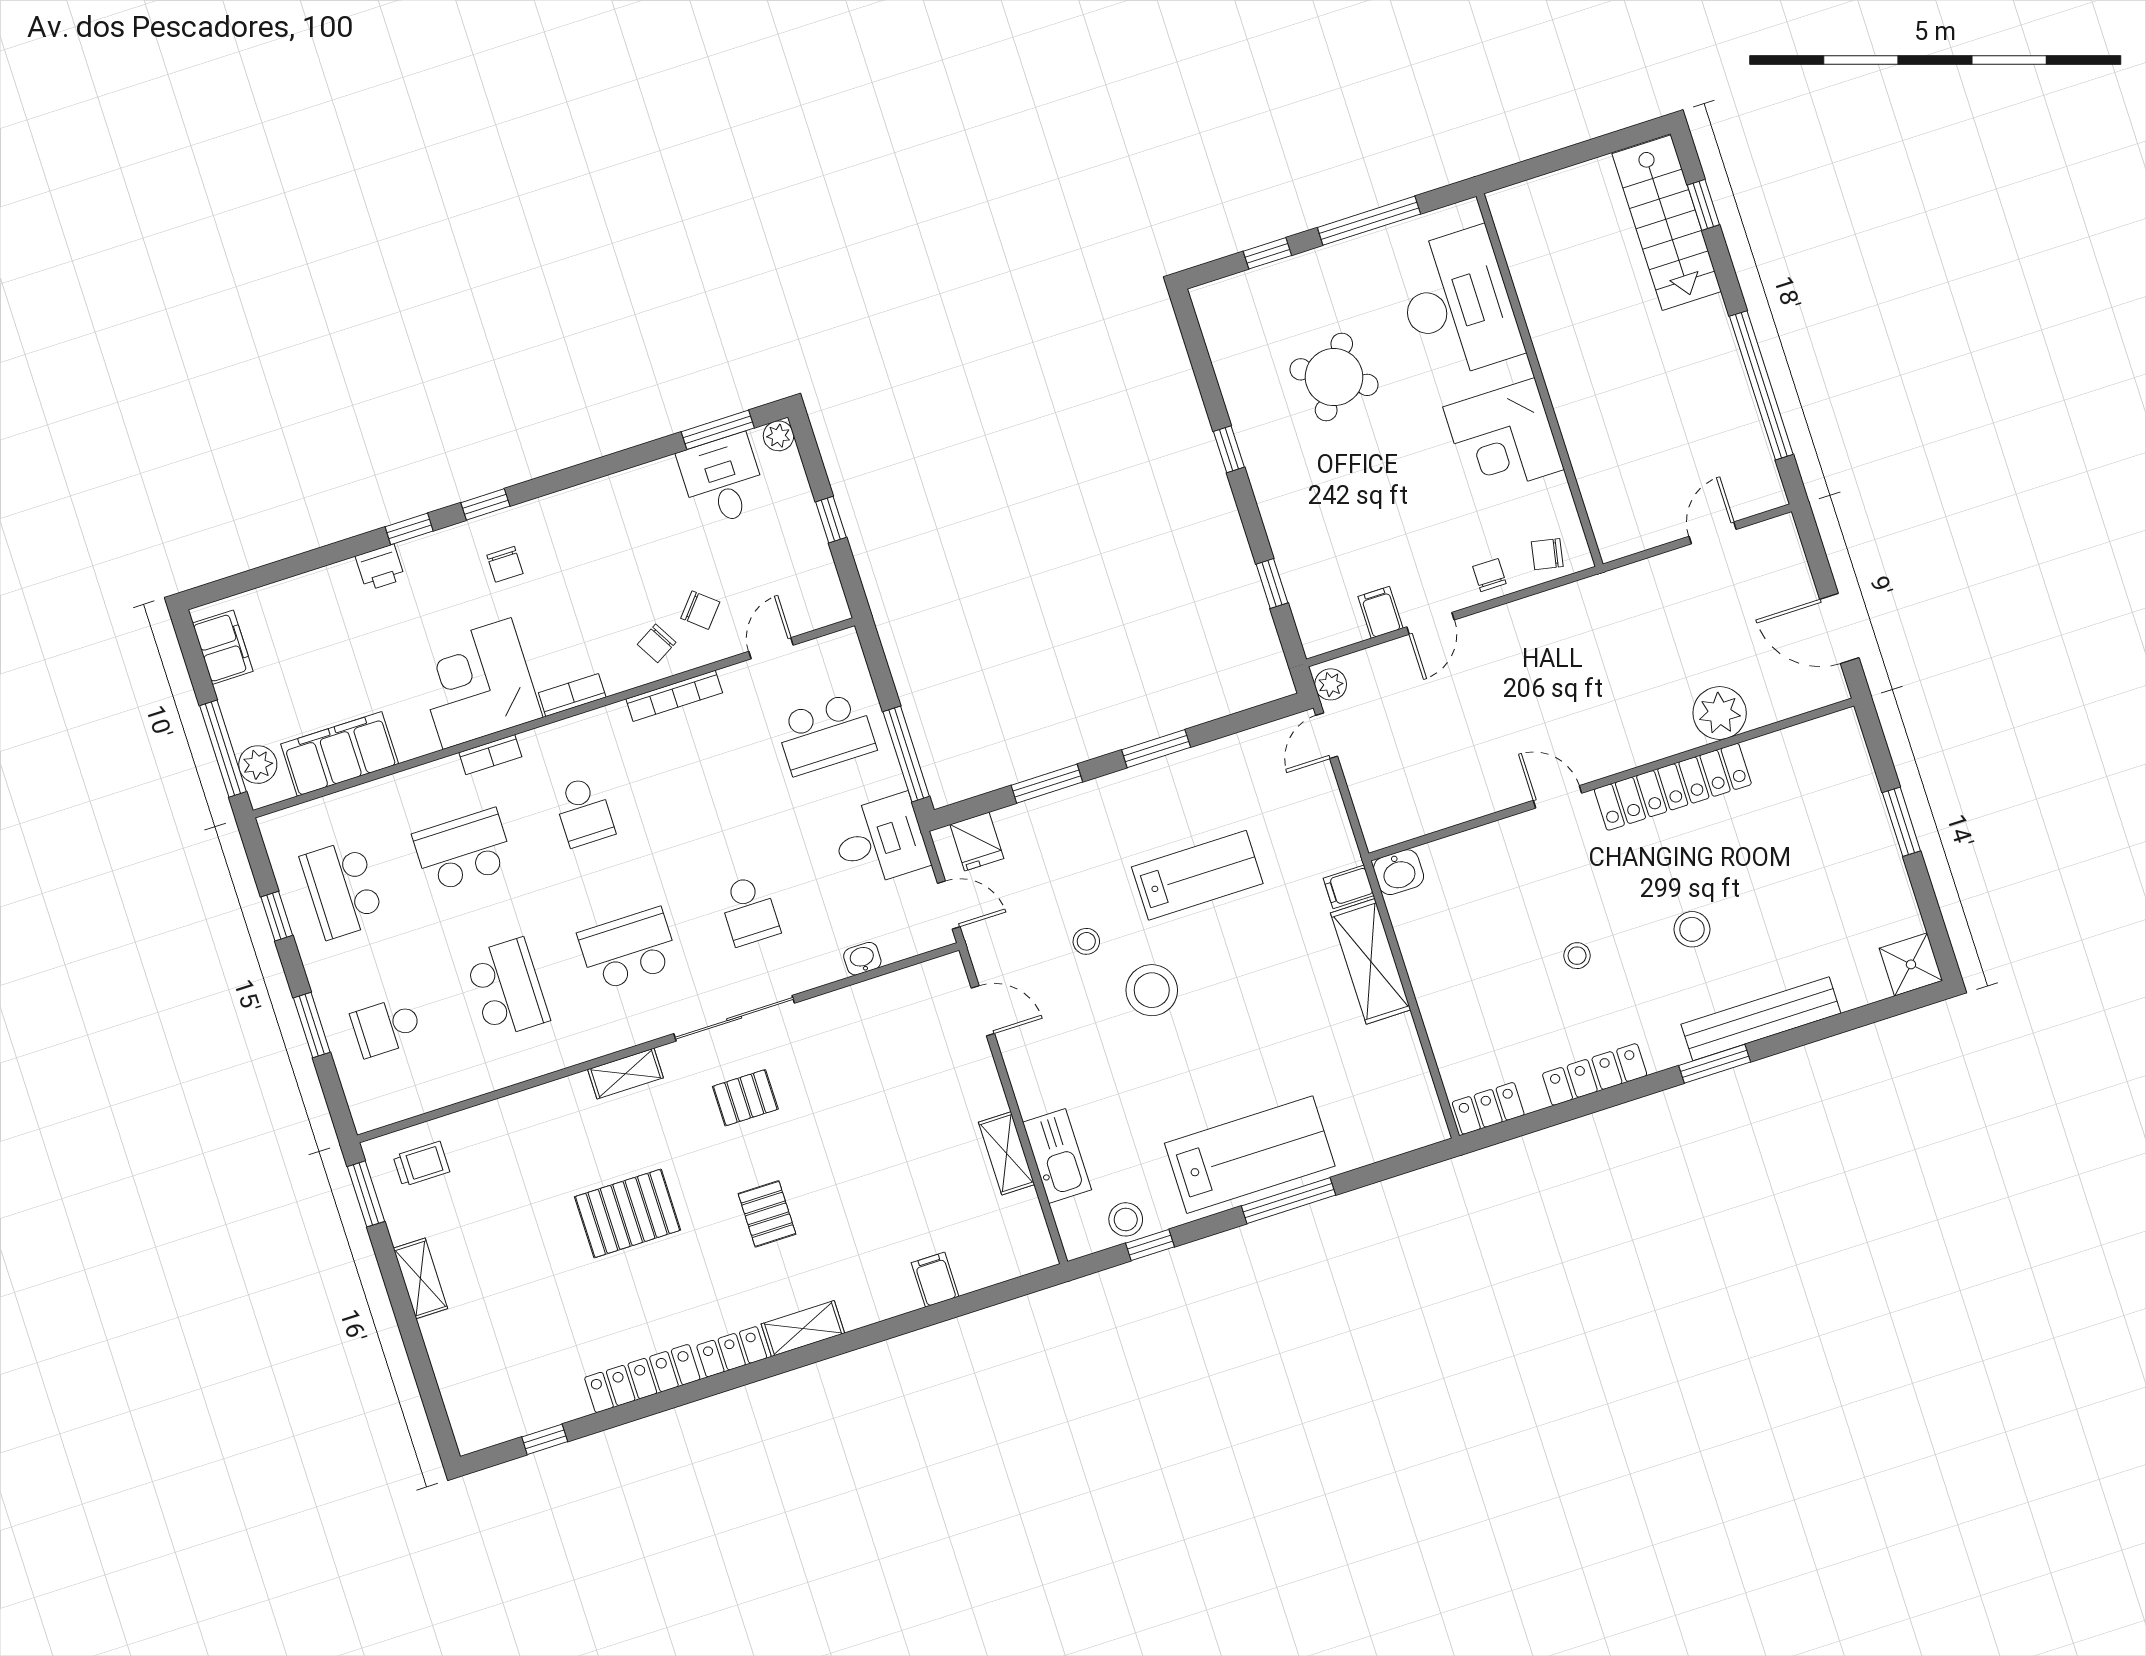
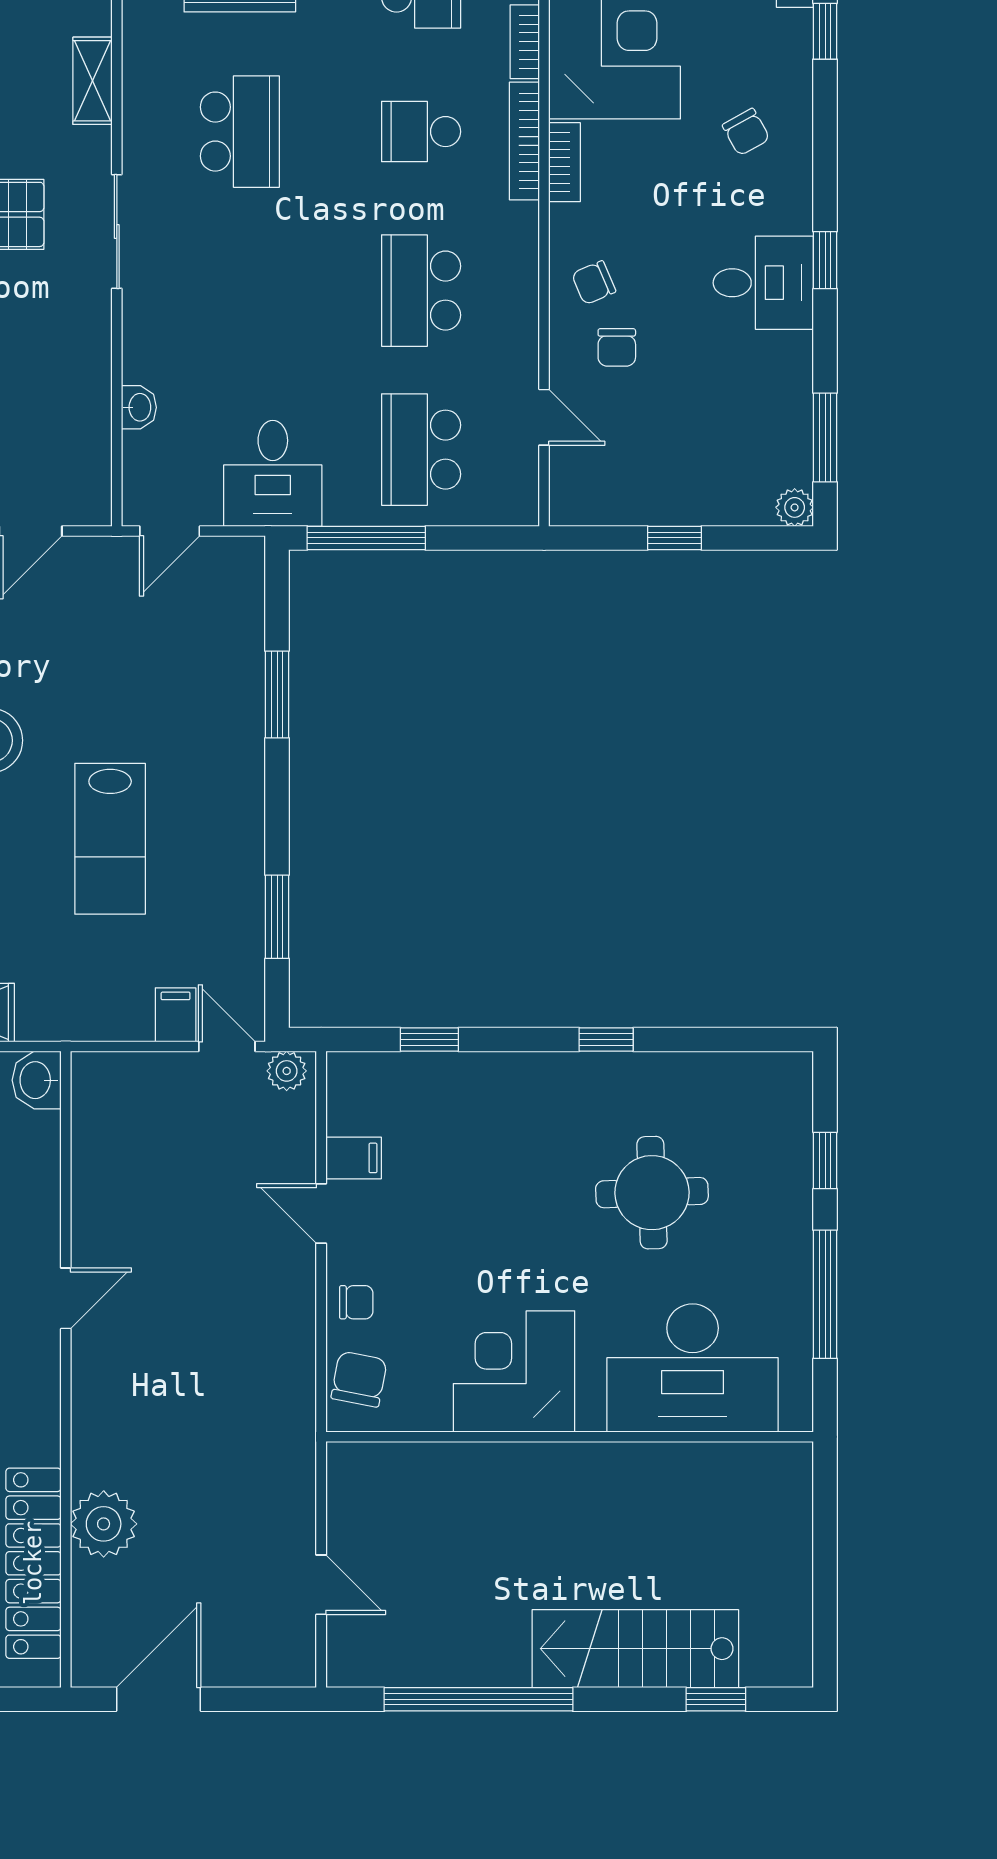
stairs: (1667, 223) -> (635, 1649), moved
round table: (1334, 377) -> (652, 1193), turned -33
desk: (723, 480) -> (763, 283), moved
window: (485, 504) -> (825, 260), moved
chair: (1547, 554) -> (359, 1379), width x1.37, depth x1.37
chair: (505, 564) -> (746, 132), turned -119
chair: (700, 610) -> (617, 347), turned -40
chair: (657, 643) -> (594, 283), turned -83
bookcase: (674, 696) -> (524, 141), moved
window: (1156, 749) -> (277, 917), moved
locker: (1673, 787) -> (33, 1563), moved
fridge: (977, 842) -> (235, 589), removed
filing cabinet: (1349, 887) -> (176, 1015), moved
school desk: (749, 910) -> (421, 291), moved, width x1.85
stool: (1086, 941) -> (74, 681), removed
sliding door: (734, 1018) -> (117, 232), width x0.73

